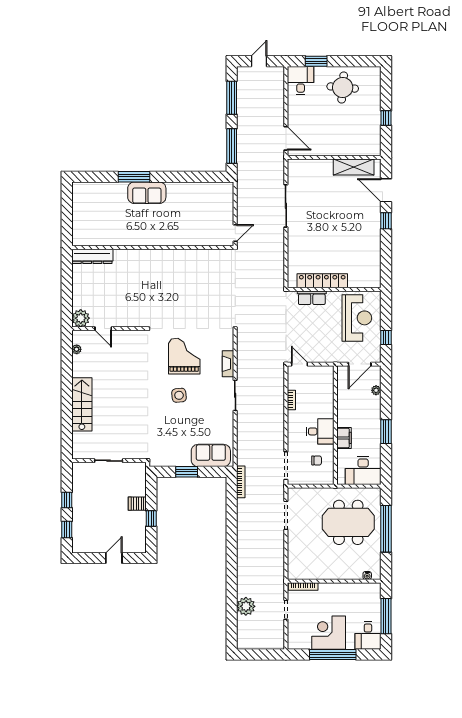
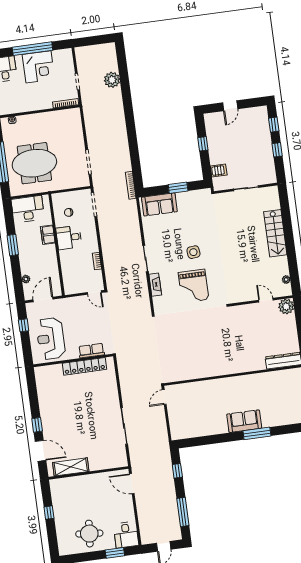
window: (232, 146) -> (177, 471), width x0.46
server rack: (137, 504) -> (219, 170), moved

